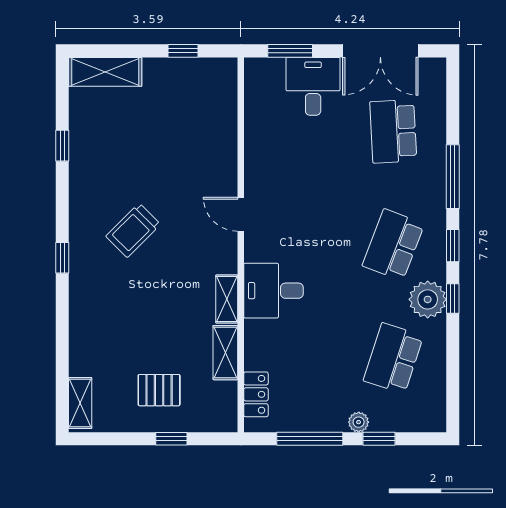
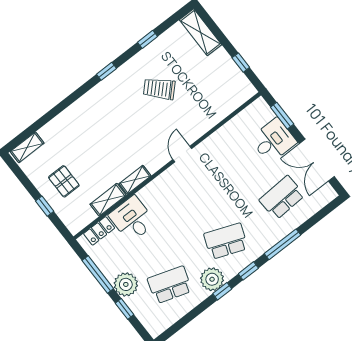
trolley: (133, 230) -> (159, 89), moved
window: (62, 258) -> (106, 71), moved
desk: (274, 291) -> (132, 219), moved
plant: (359, 422) -> (126, 284), width x1.88, depth x1.88

